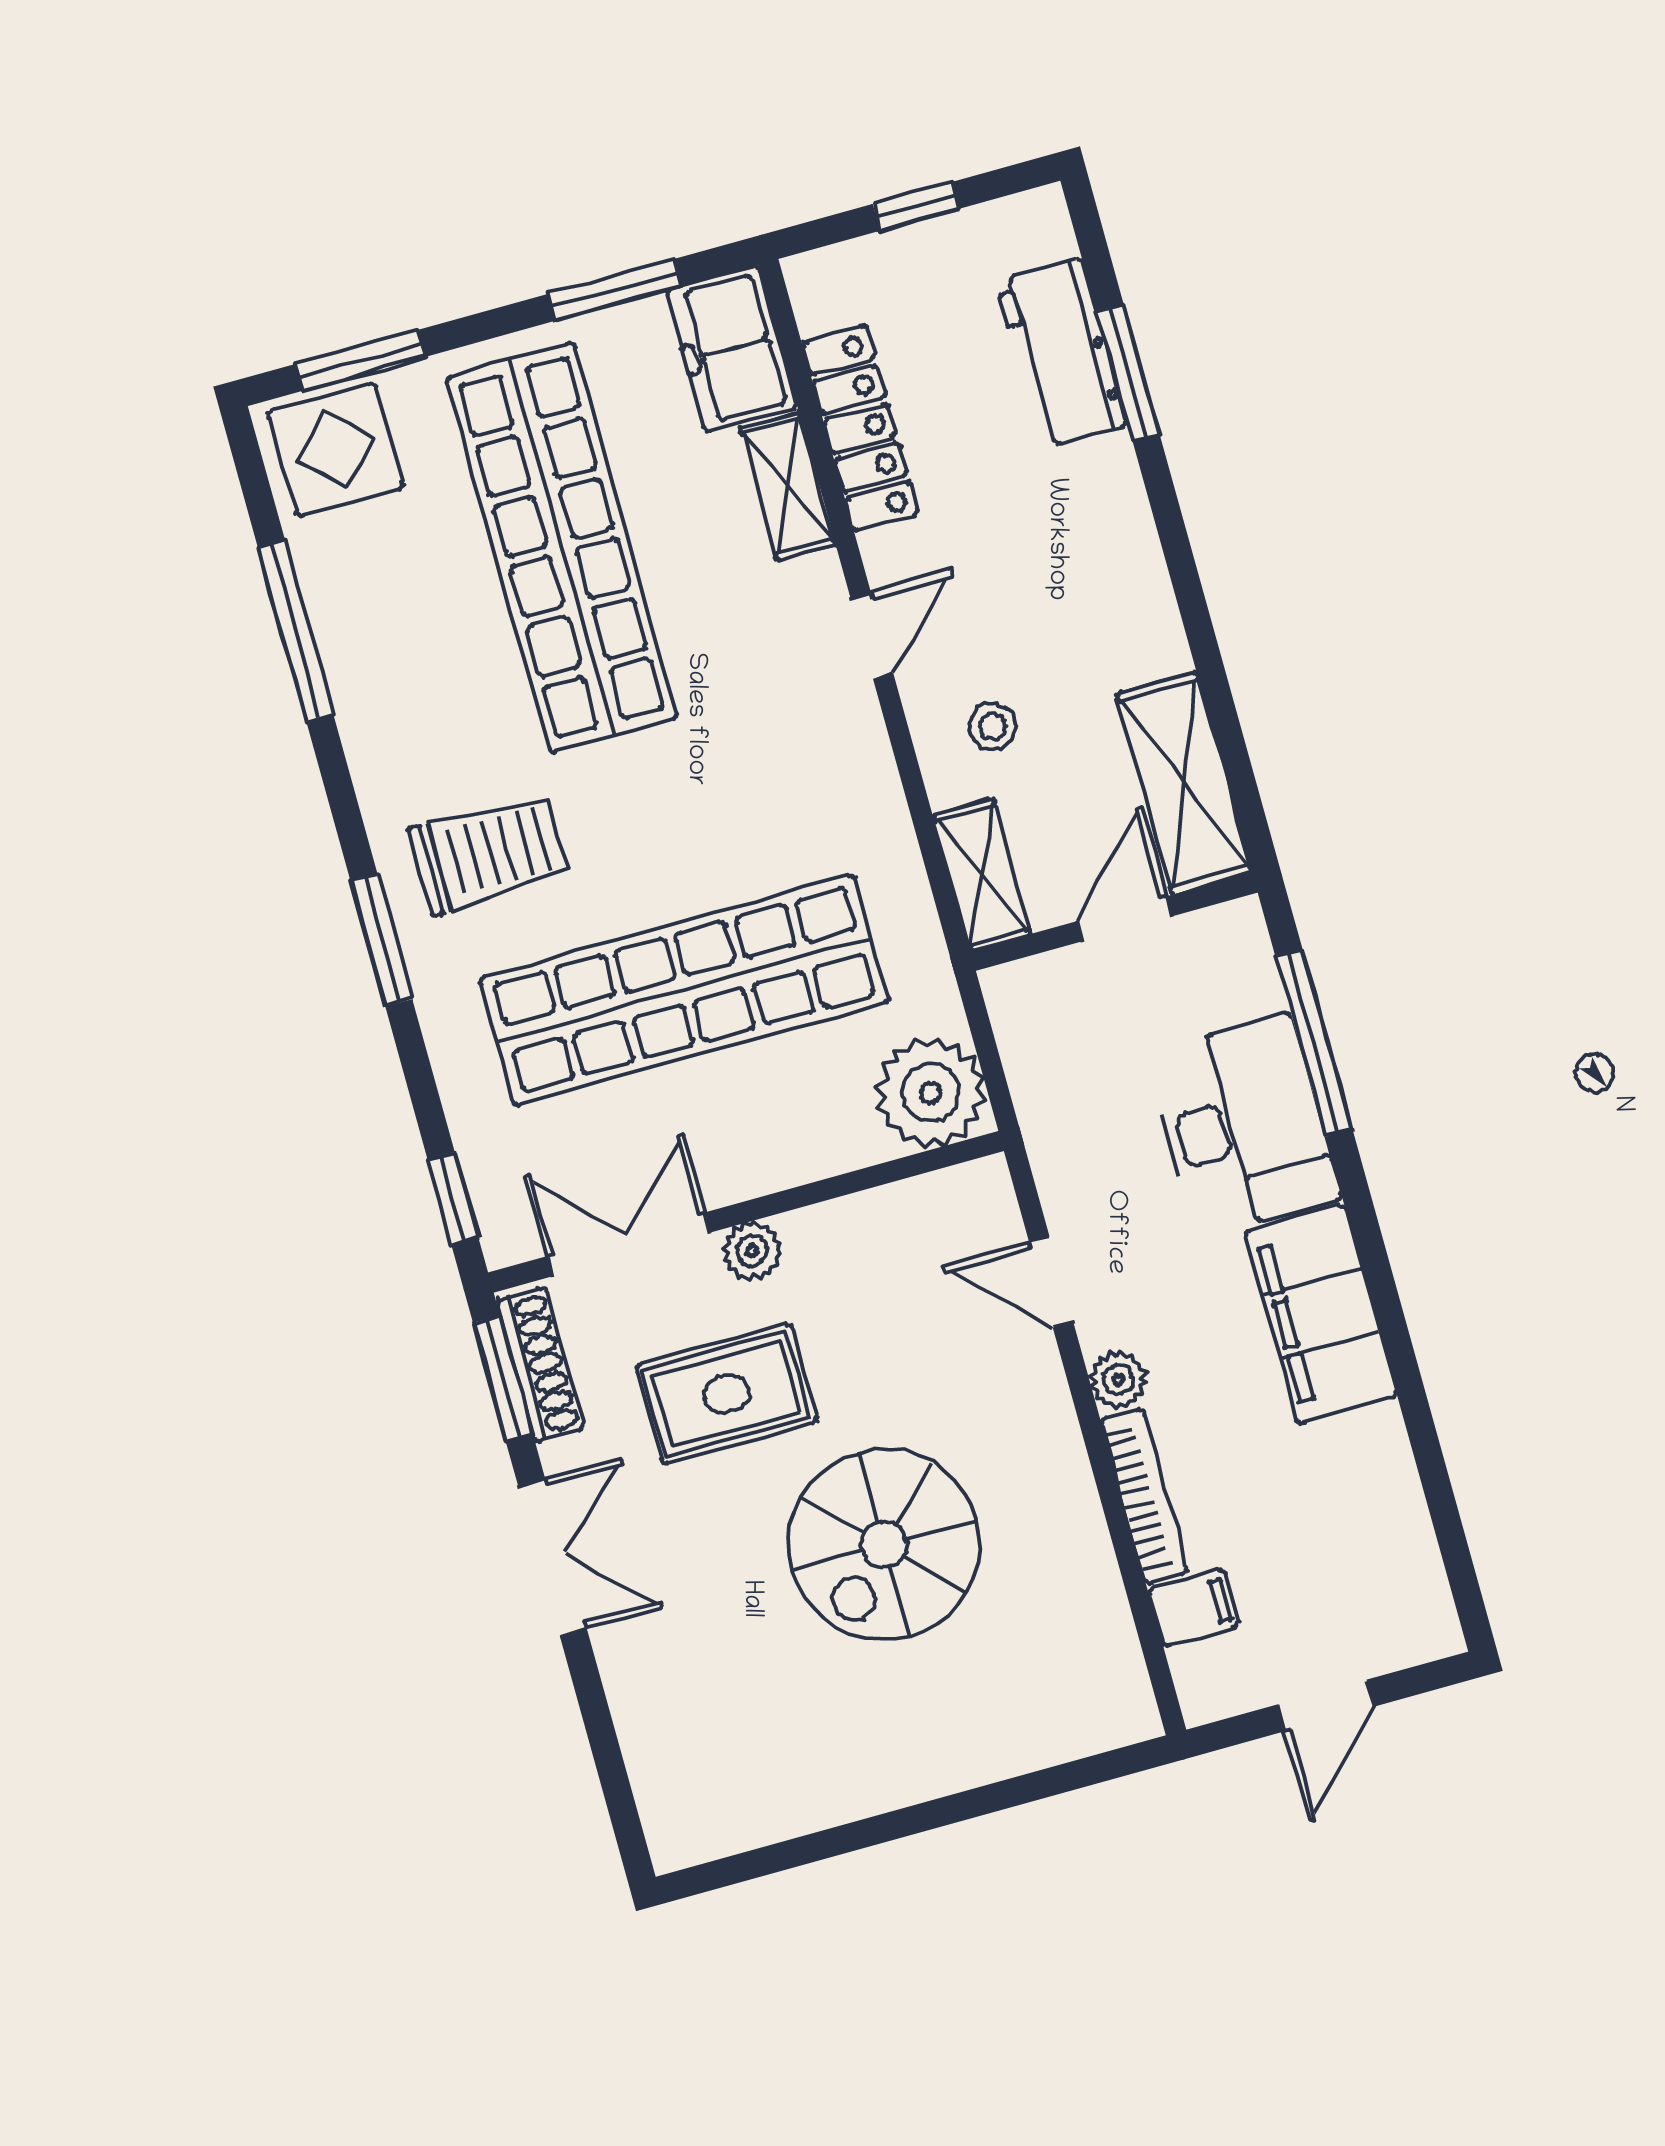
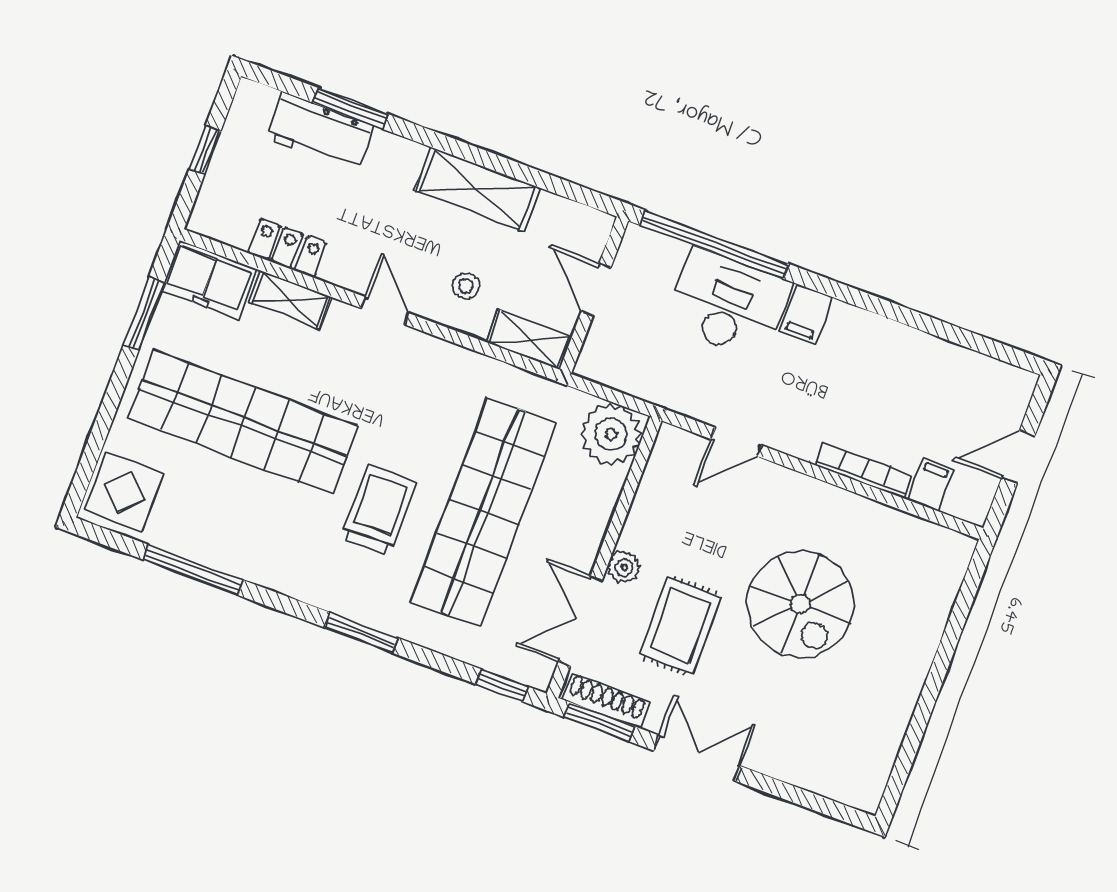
window: (361, 360) -> (92, 452), removed
locker: (860, 428) -> (287, 248), width x0.66
shelving: (1184, 783) -> (478, 189), moved
trolley: (489, 853) -> (379, 510), moved
window: (1314, 1043) -> (715, 245), width x1.46
filing cabinet: (1321, 1314) -> (806, 314), width x0.33, depth x0.86
plant: (1118, 1380) -> (803, 444), removed
door: (1326, 1705) -> (1018, 457), swing flipped

